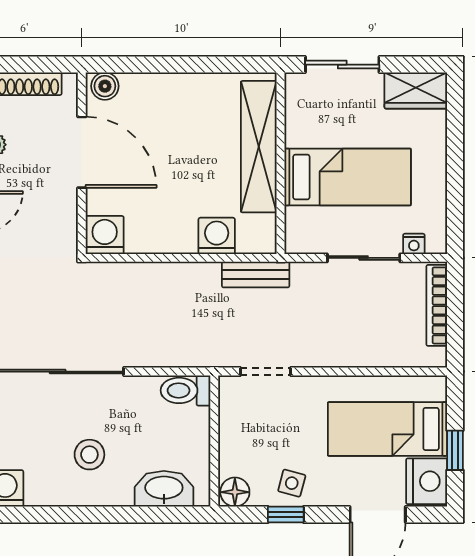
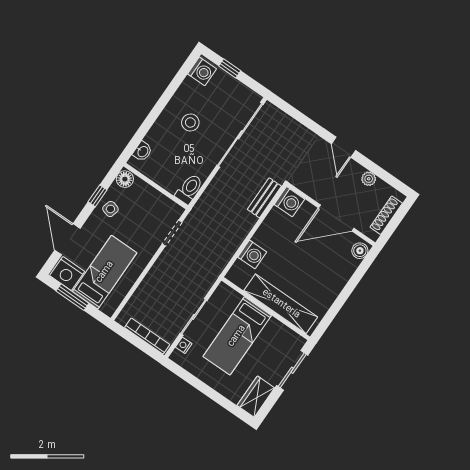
bench: (256, 275) -> (264, 198), moved
window: (455, 450) -> (72, 297), width x1.50
washbasin: (164, 489) -> (143, 151), width x0.52, depth x0.69

